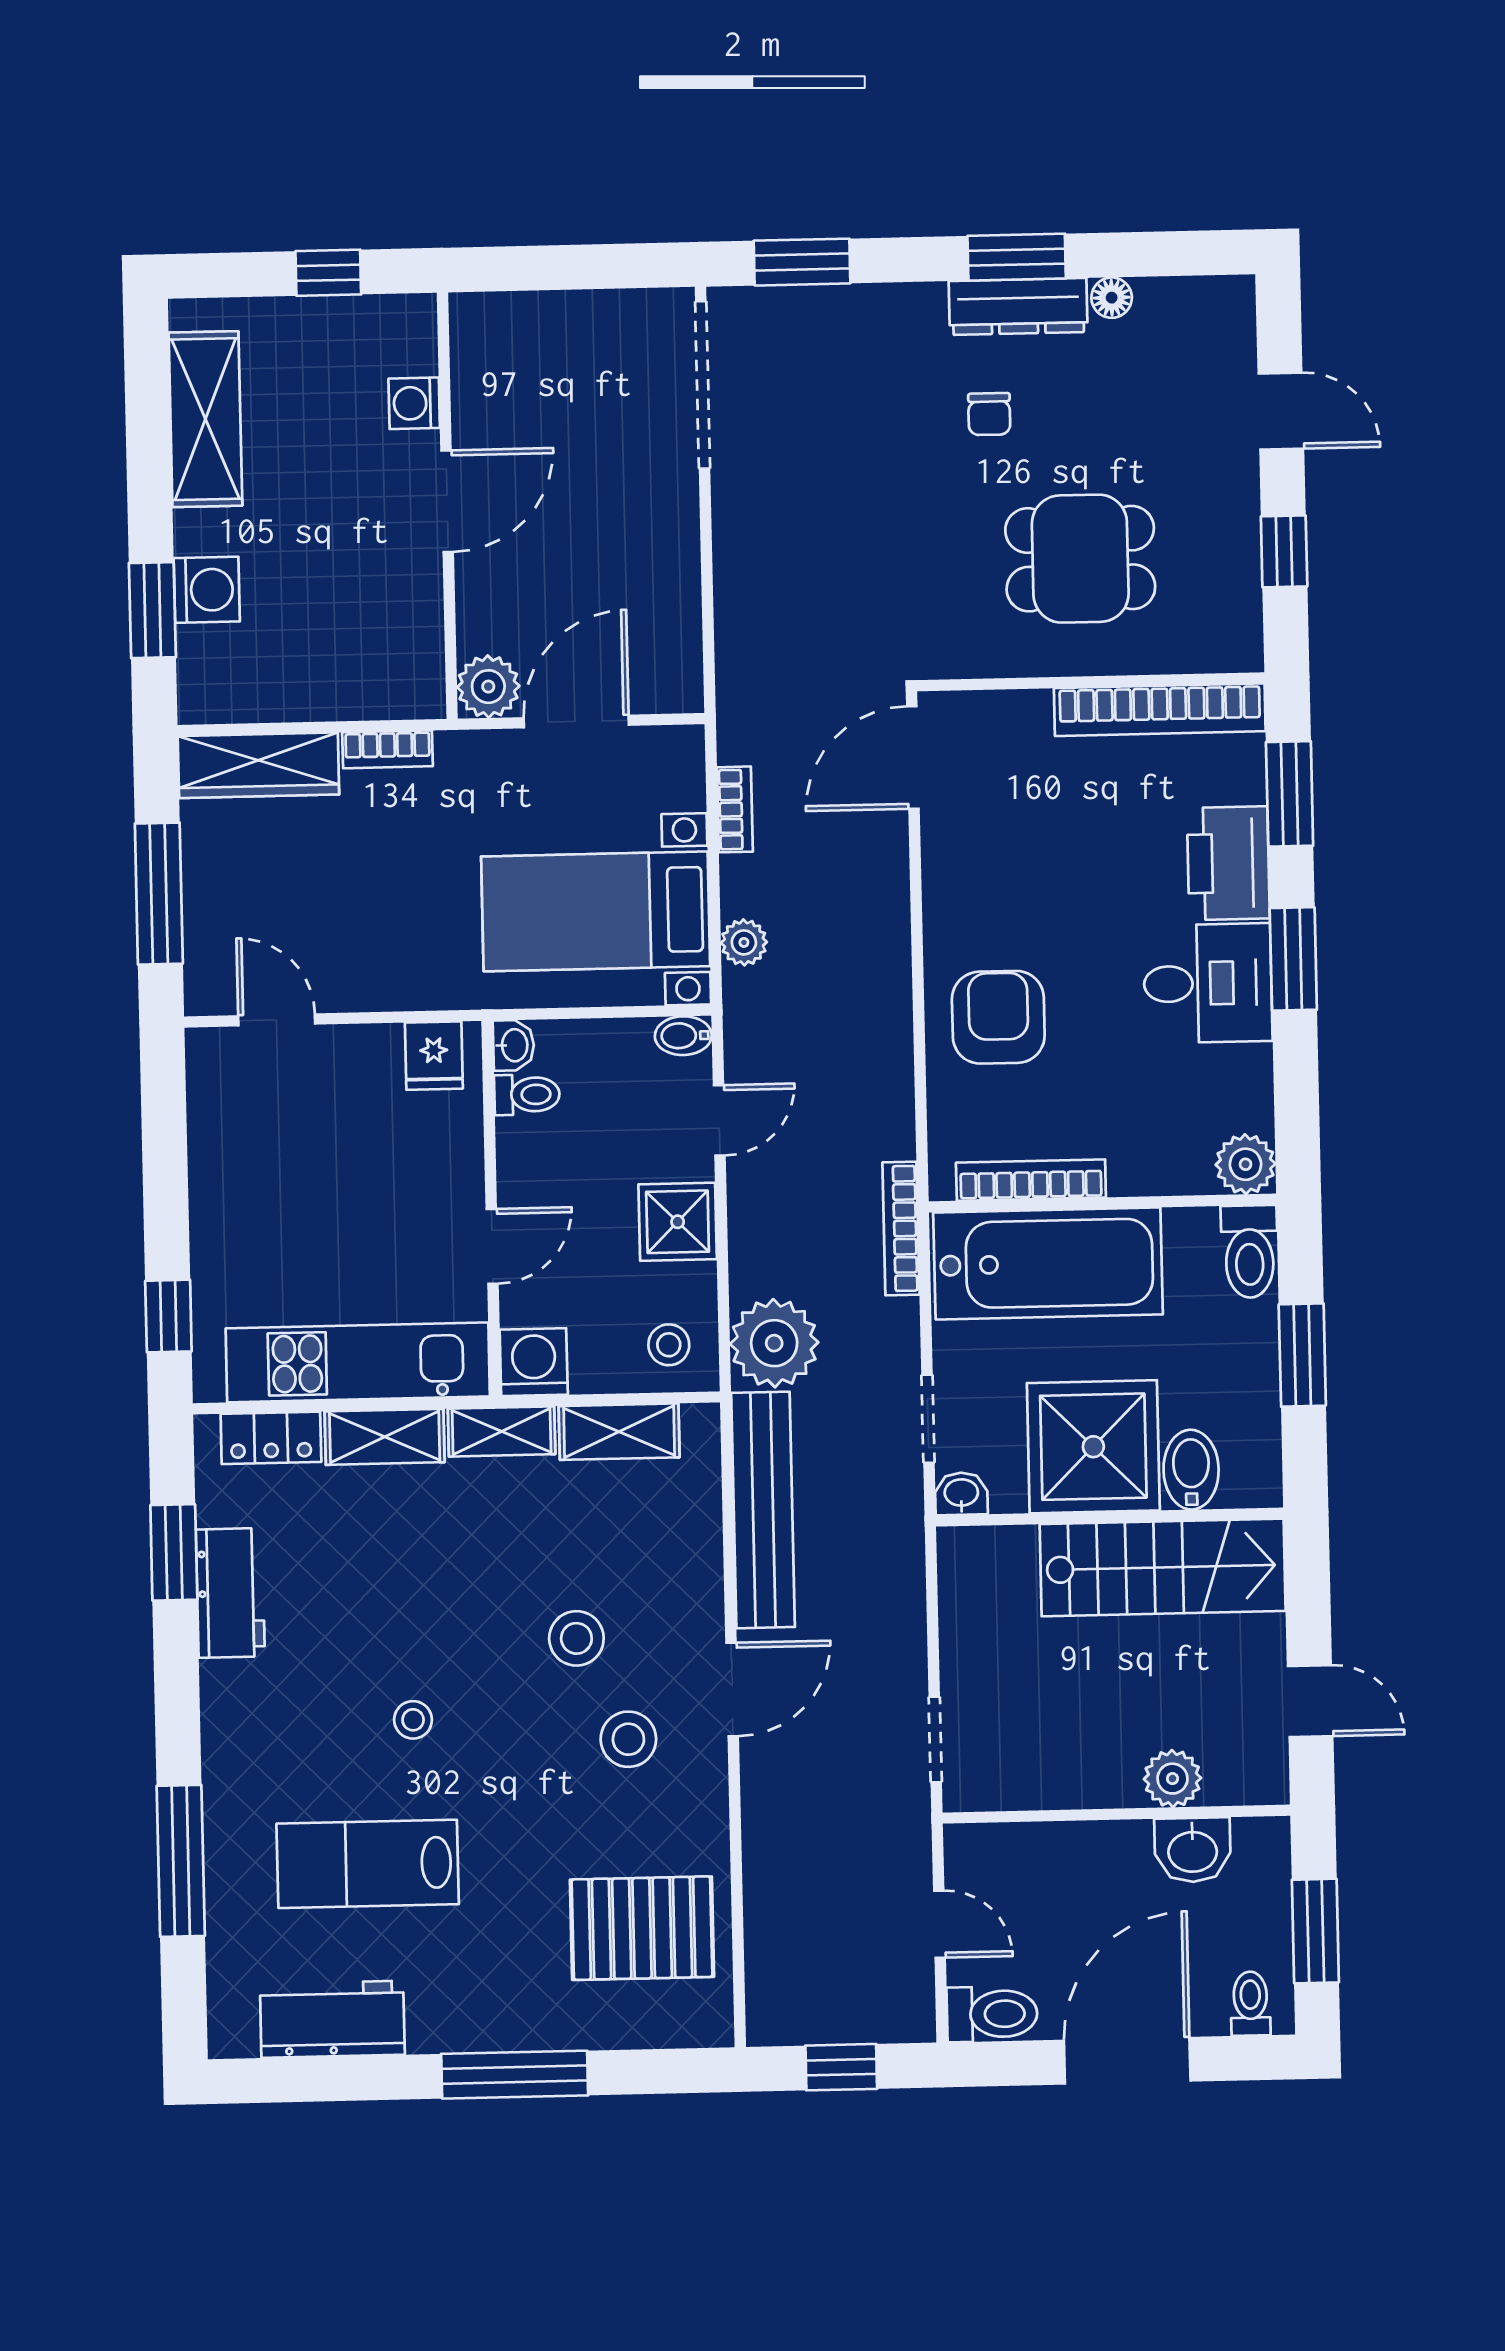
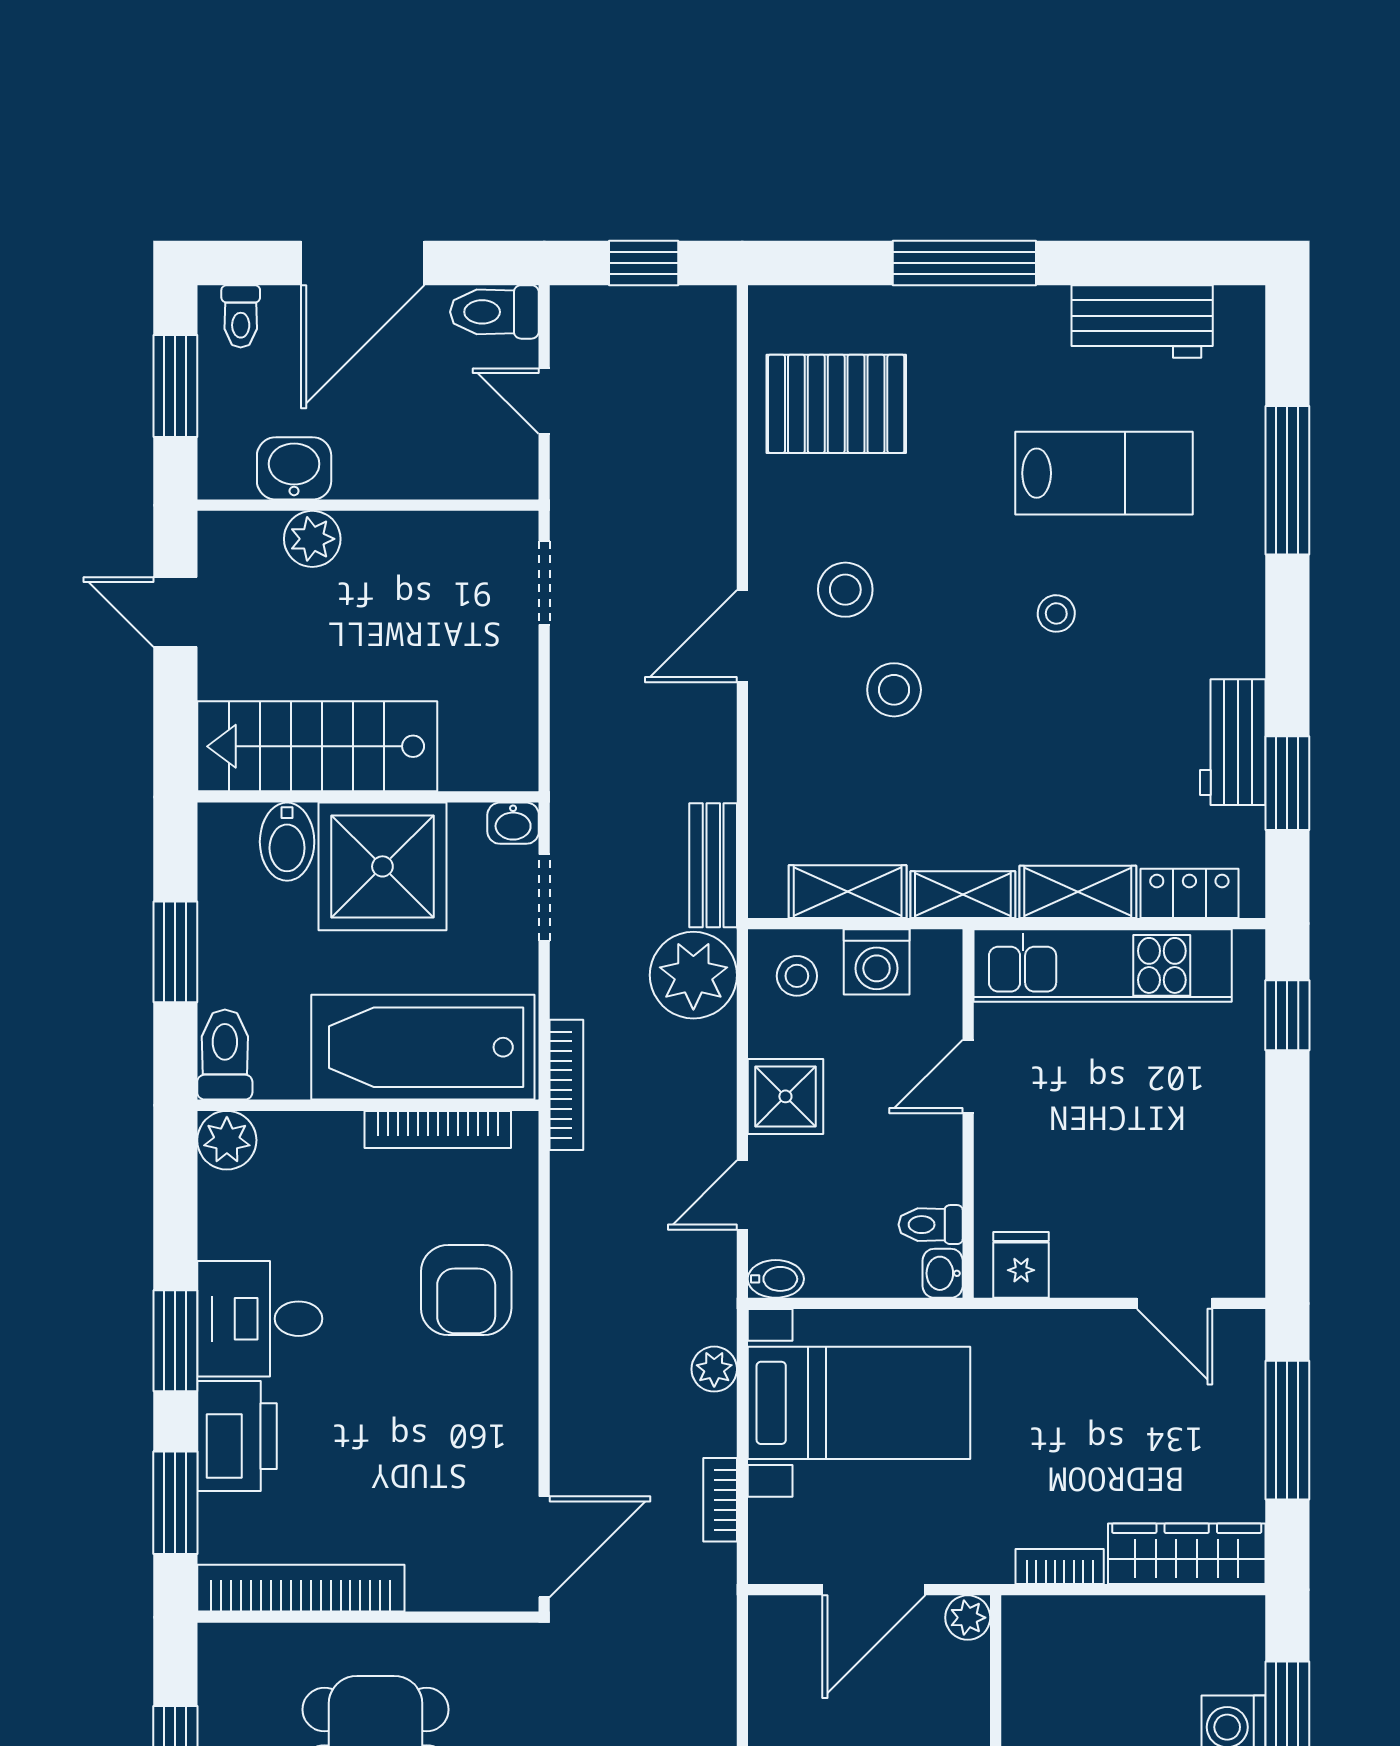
plant: (488, 687) -> (968, 1618), width x0.73, depth x0.73
washing machine: (534, 1362) -> (877, 962), moved
bench: (763, 1510) -> (713, 865), width x0.54, depth x0.82

